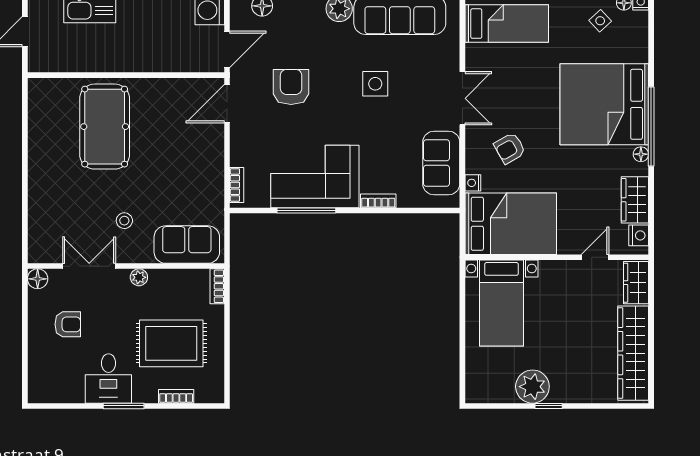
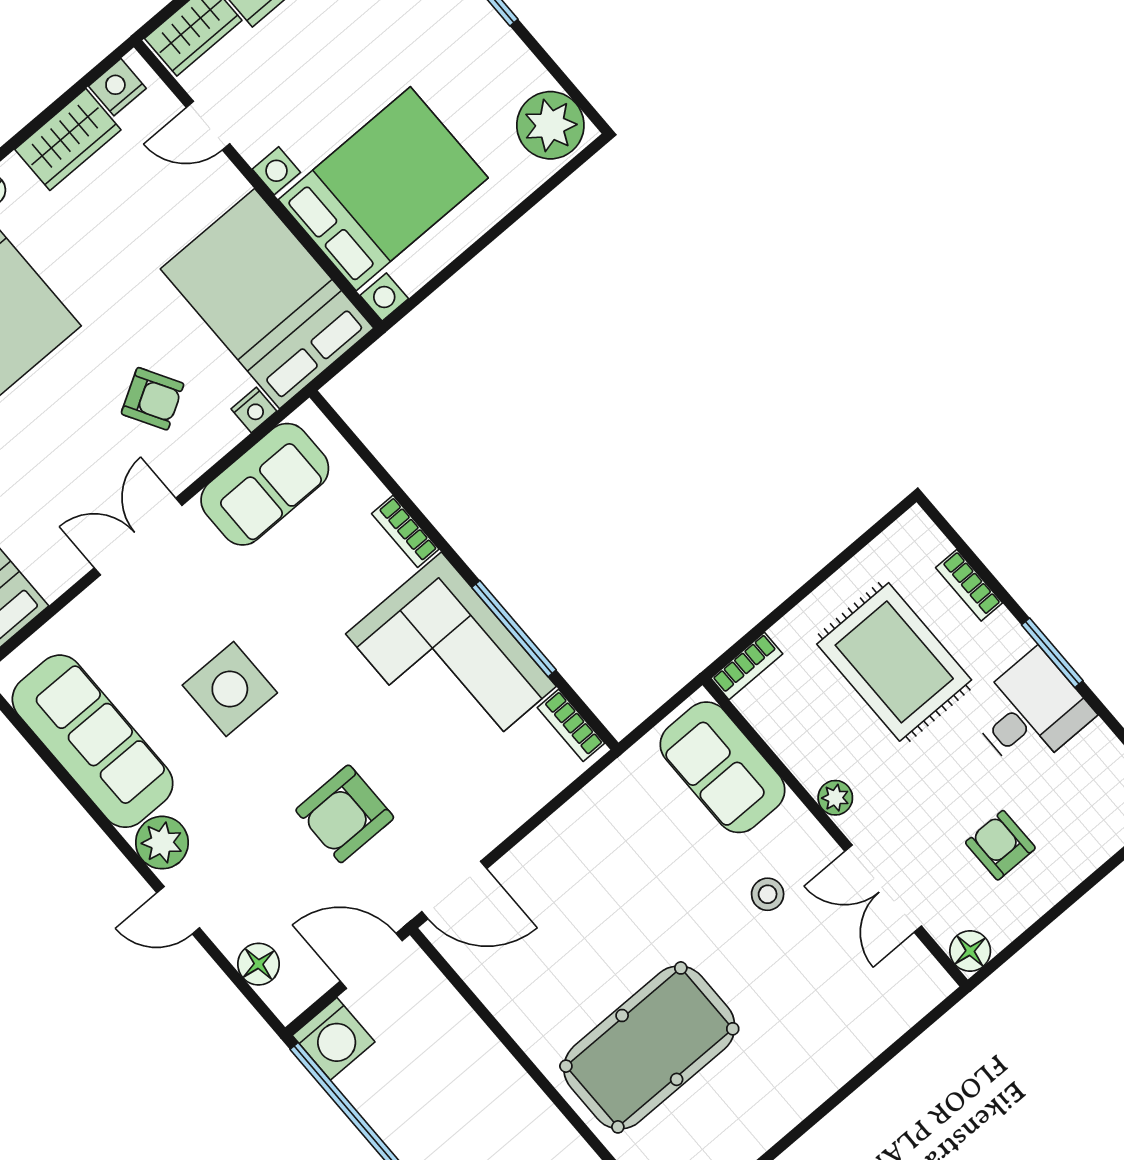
side table: (375, 84) -> (230, 689), width x1.37, depth x1.37
bookcase: (237, 185) -> (571, 725), moved, turned -90
bed with nightstands: (501, 303) -> (383, 189), width x1.36
plant: (532, 387) -> (550, 125), moved

